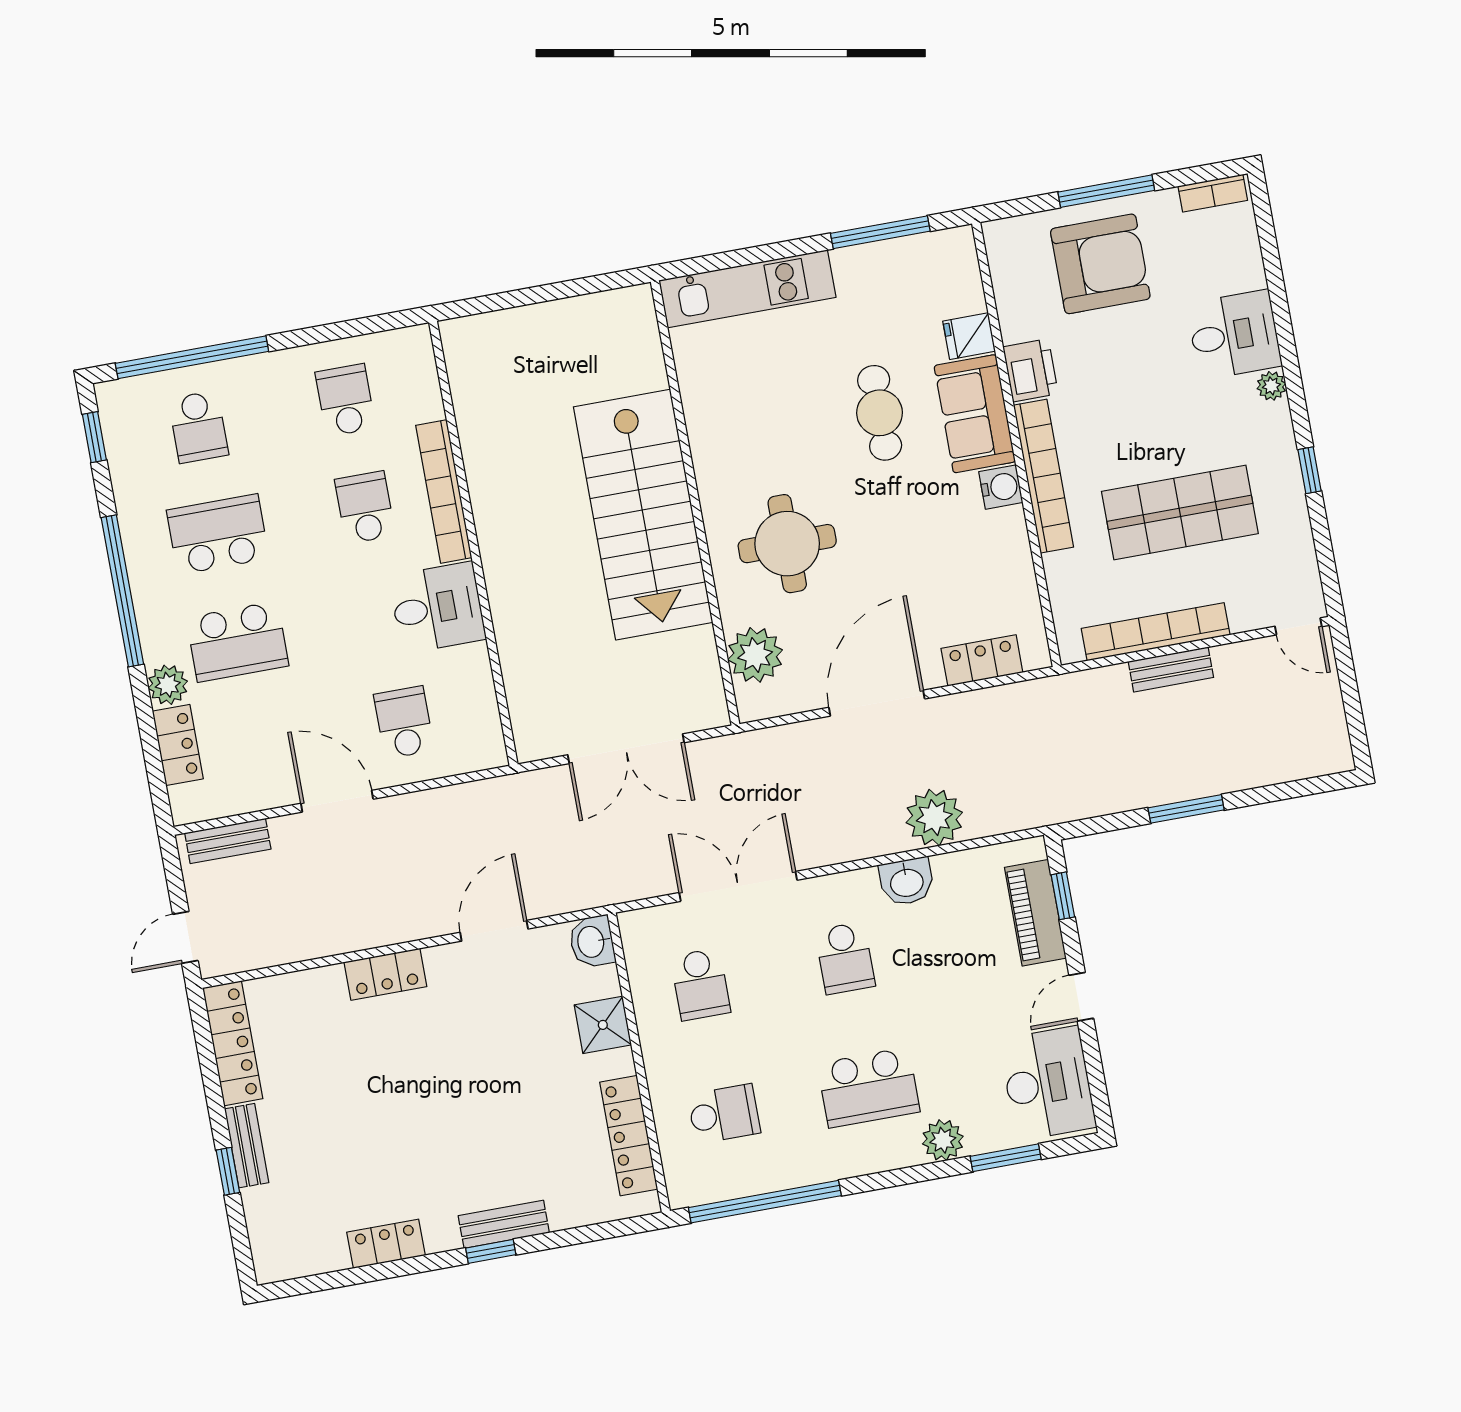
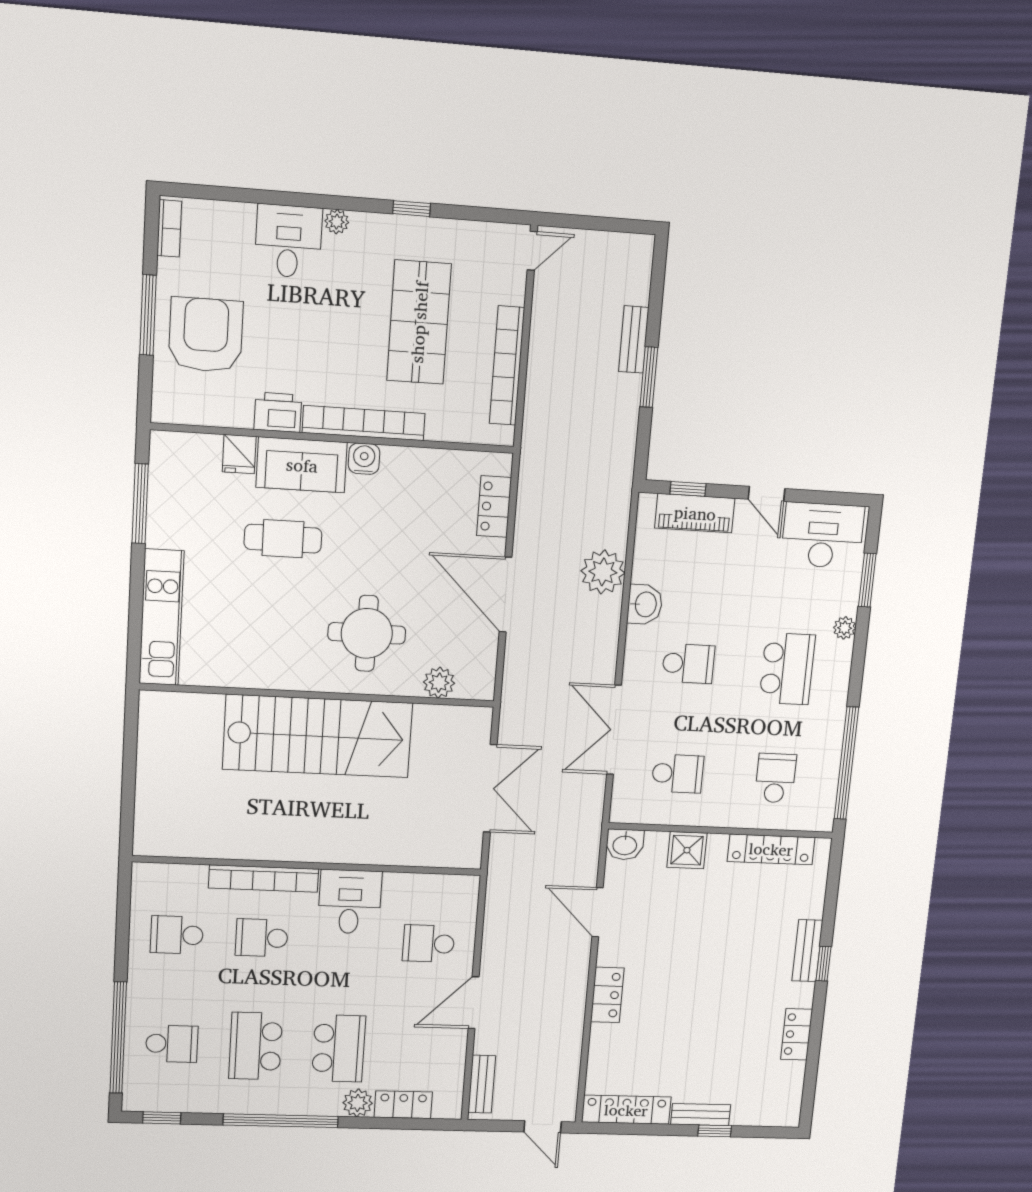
plant: (755, 655) -> (439, 683), width x0.73, depth x0.73
bench: (1171, 669) -> (634, 339), moved
plant: (943, 1140) -> (845, 628), width x0.73, depth x0.73

